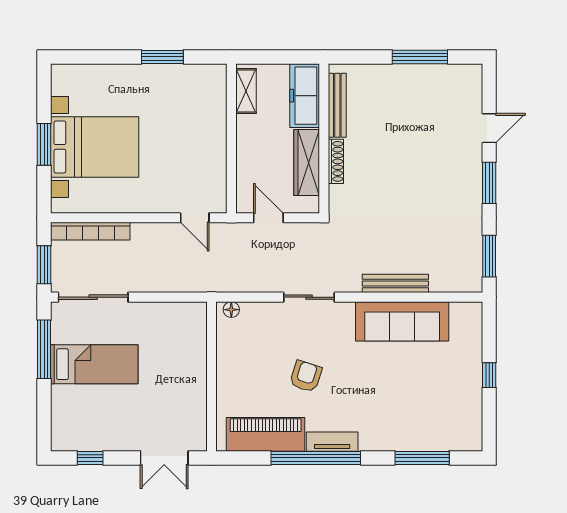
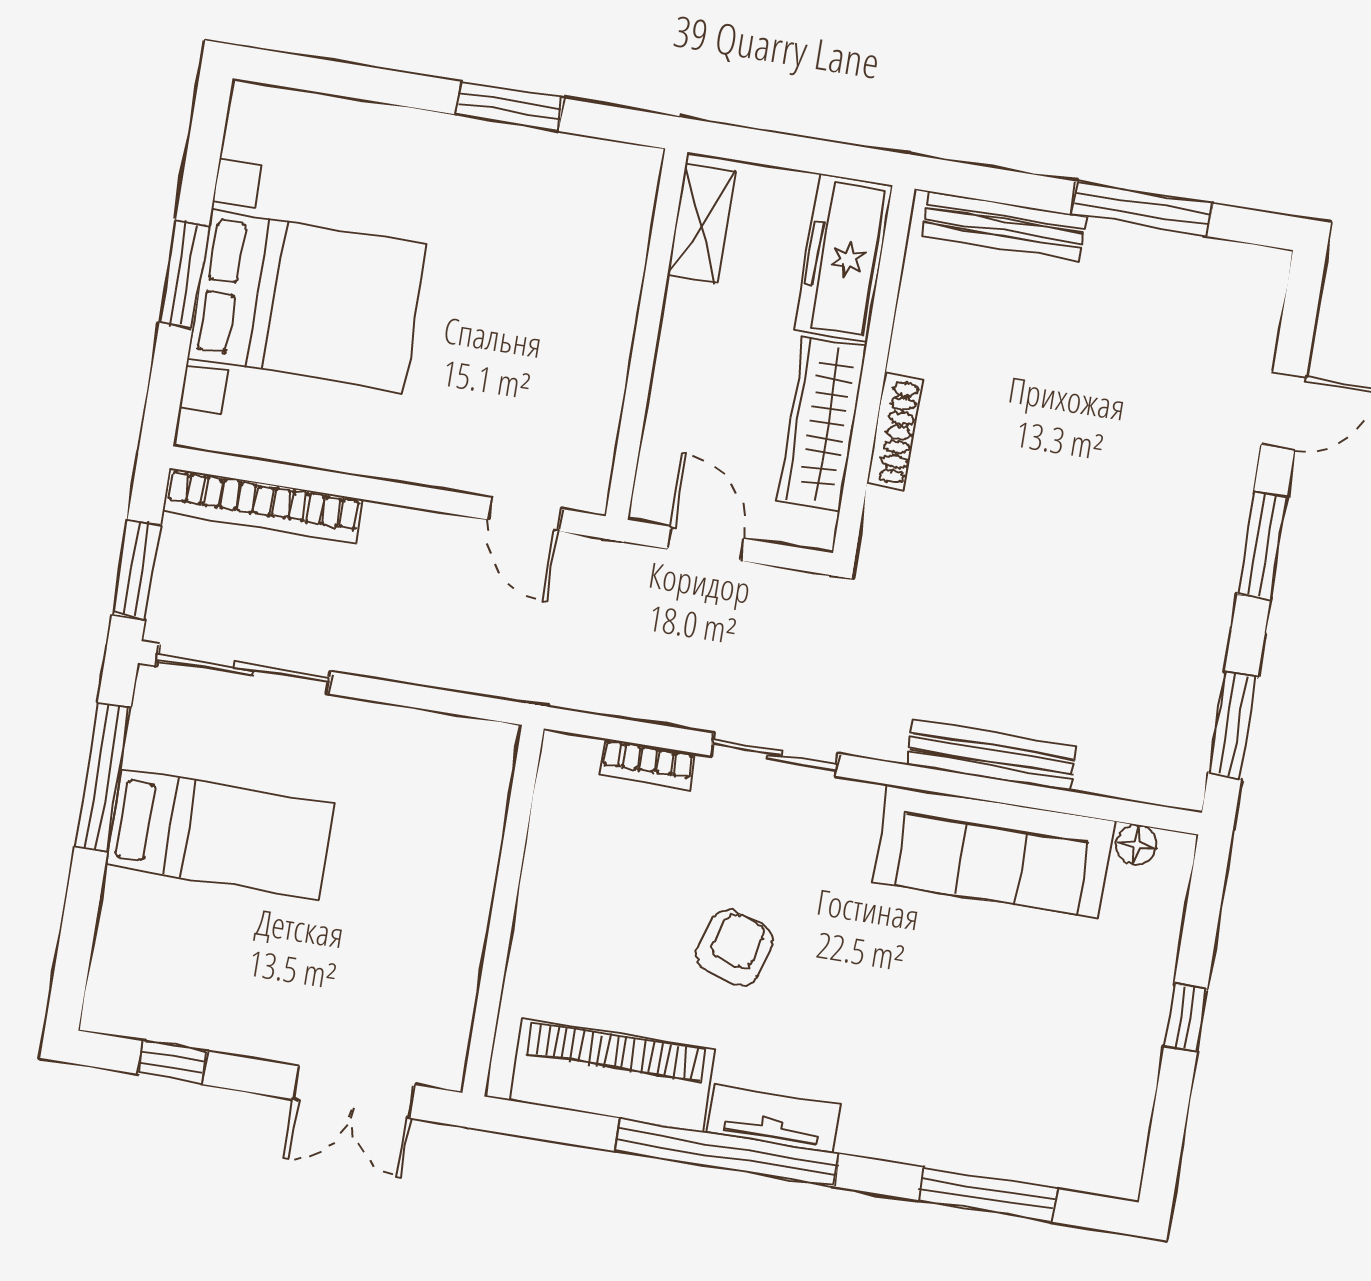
bench: (337, 105) -> (1004, 226), moved, turned 90
bookcase: (259, 309) -> (647, 764), added
floor lamp: (231, 310) -> (1136, 845), moved

